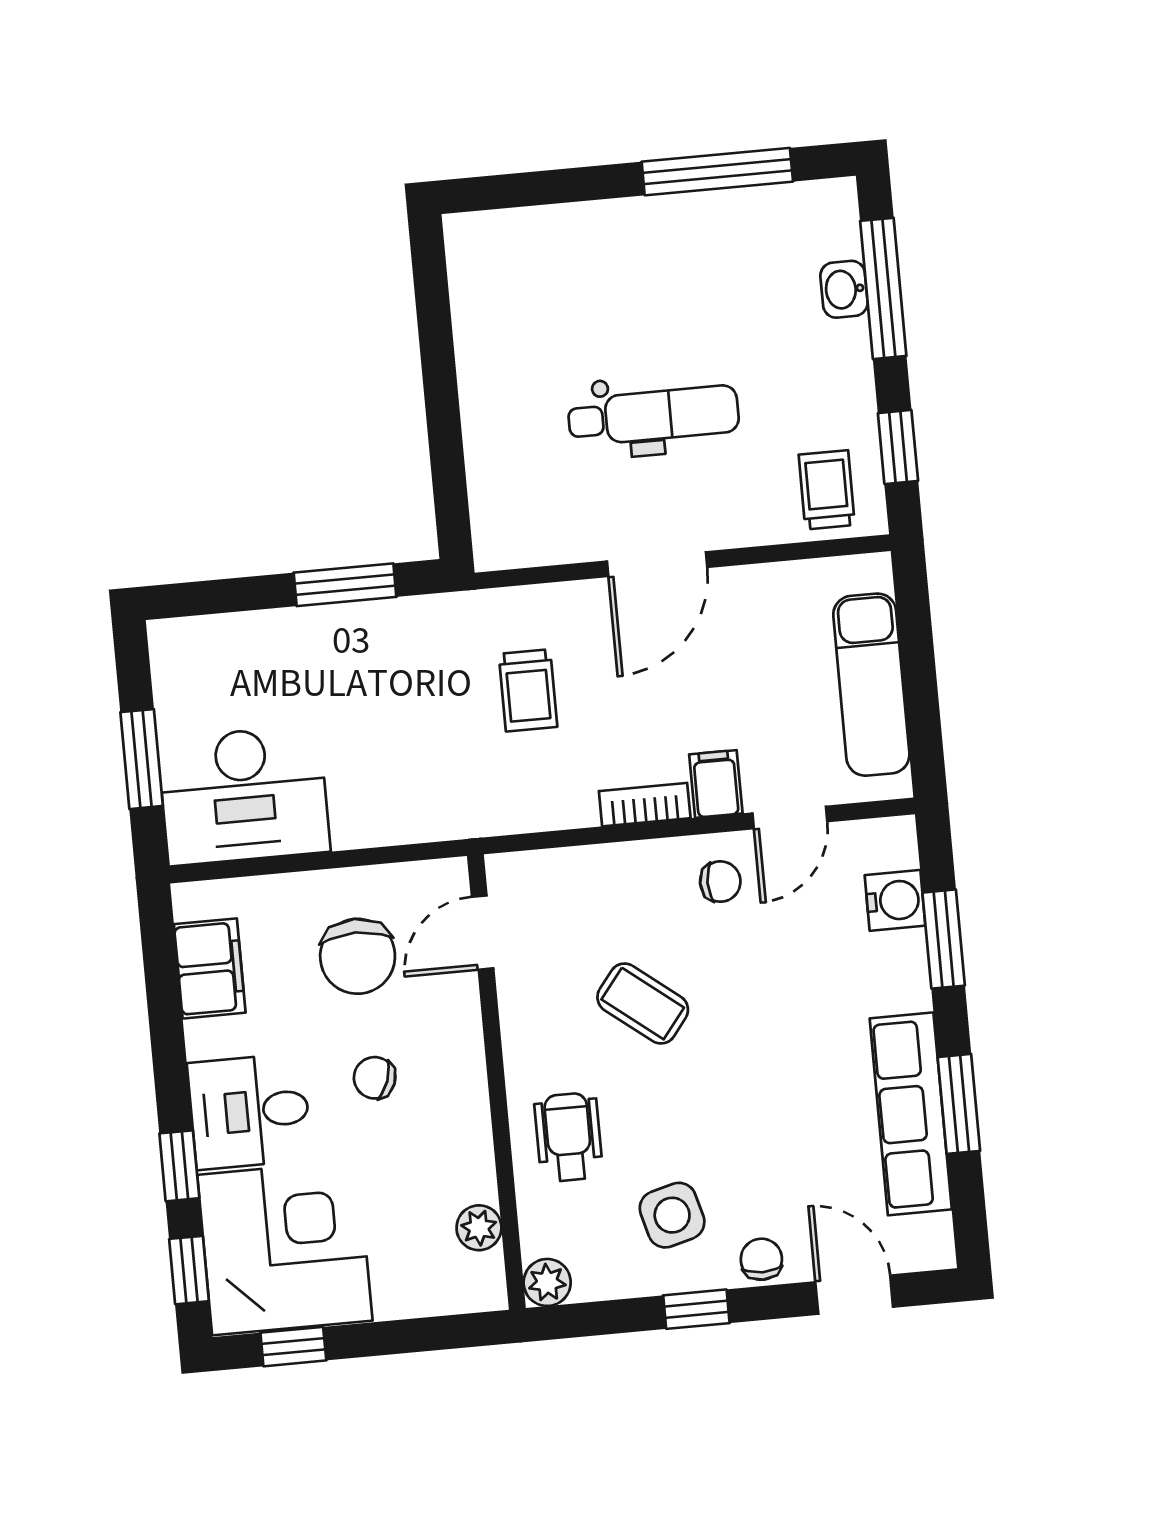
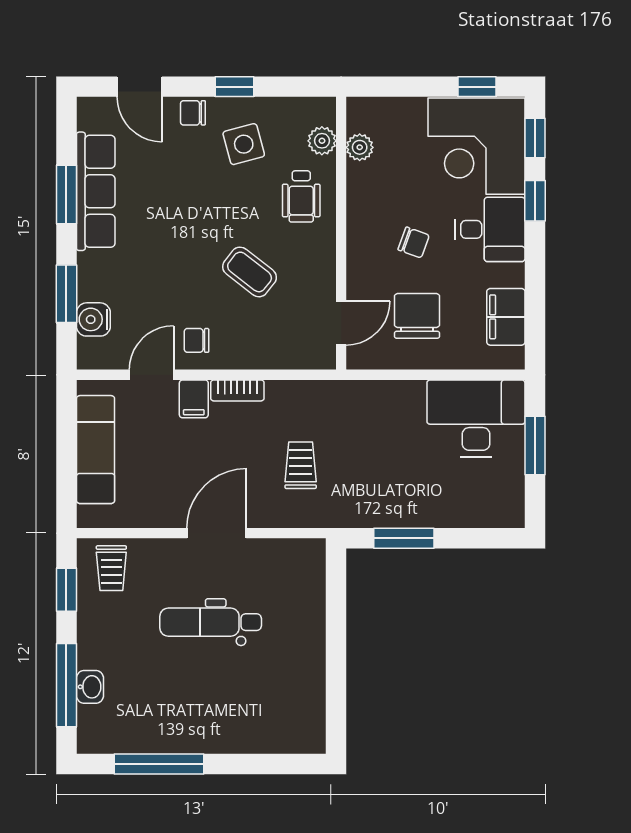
chair: (761, 1259) -> (193, 113), turned 90
plant: (547, 1282) -> (322, 141), moved

